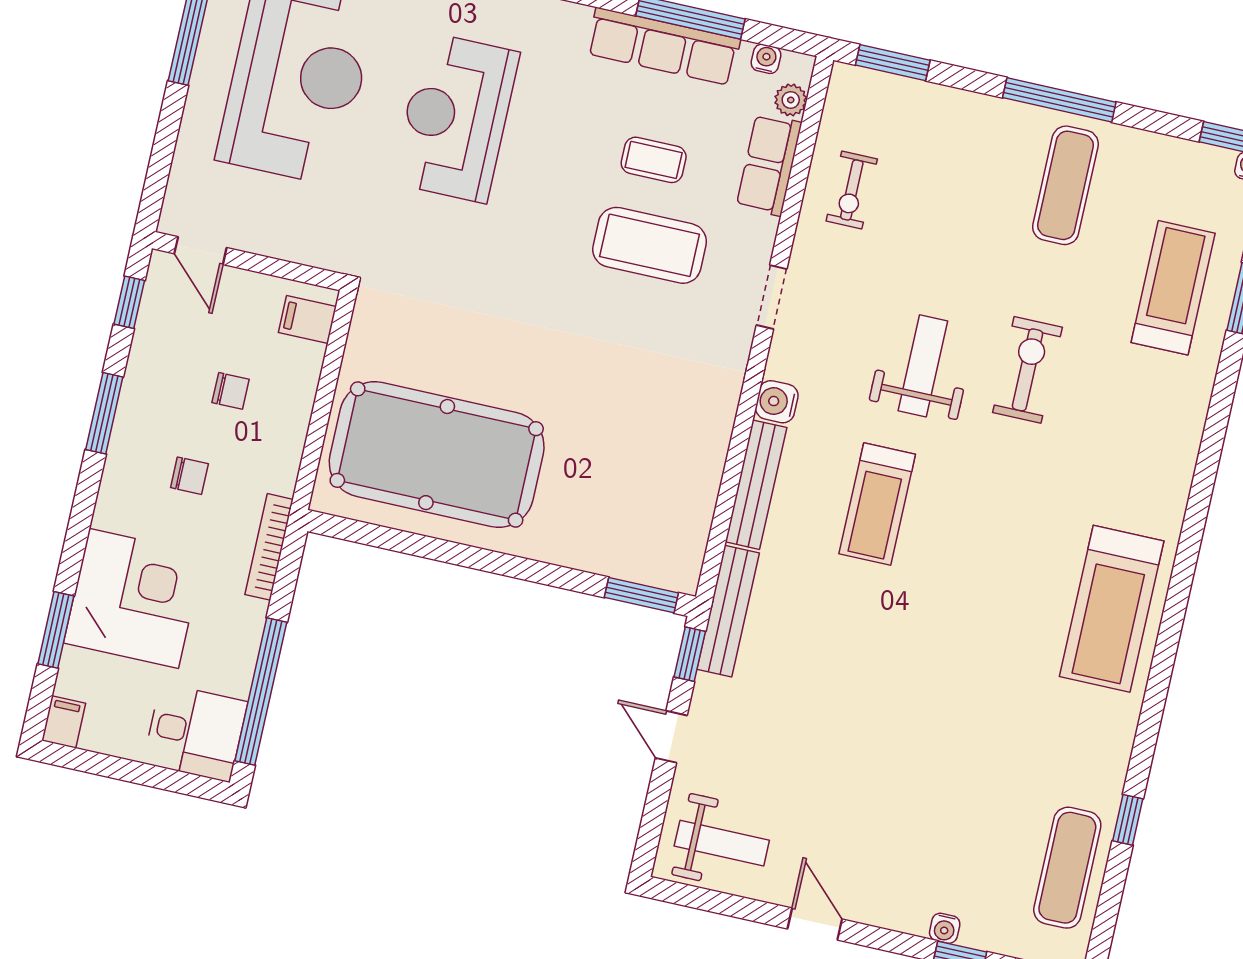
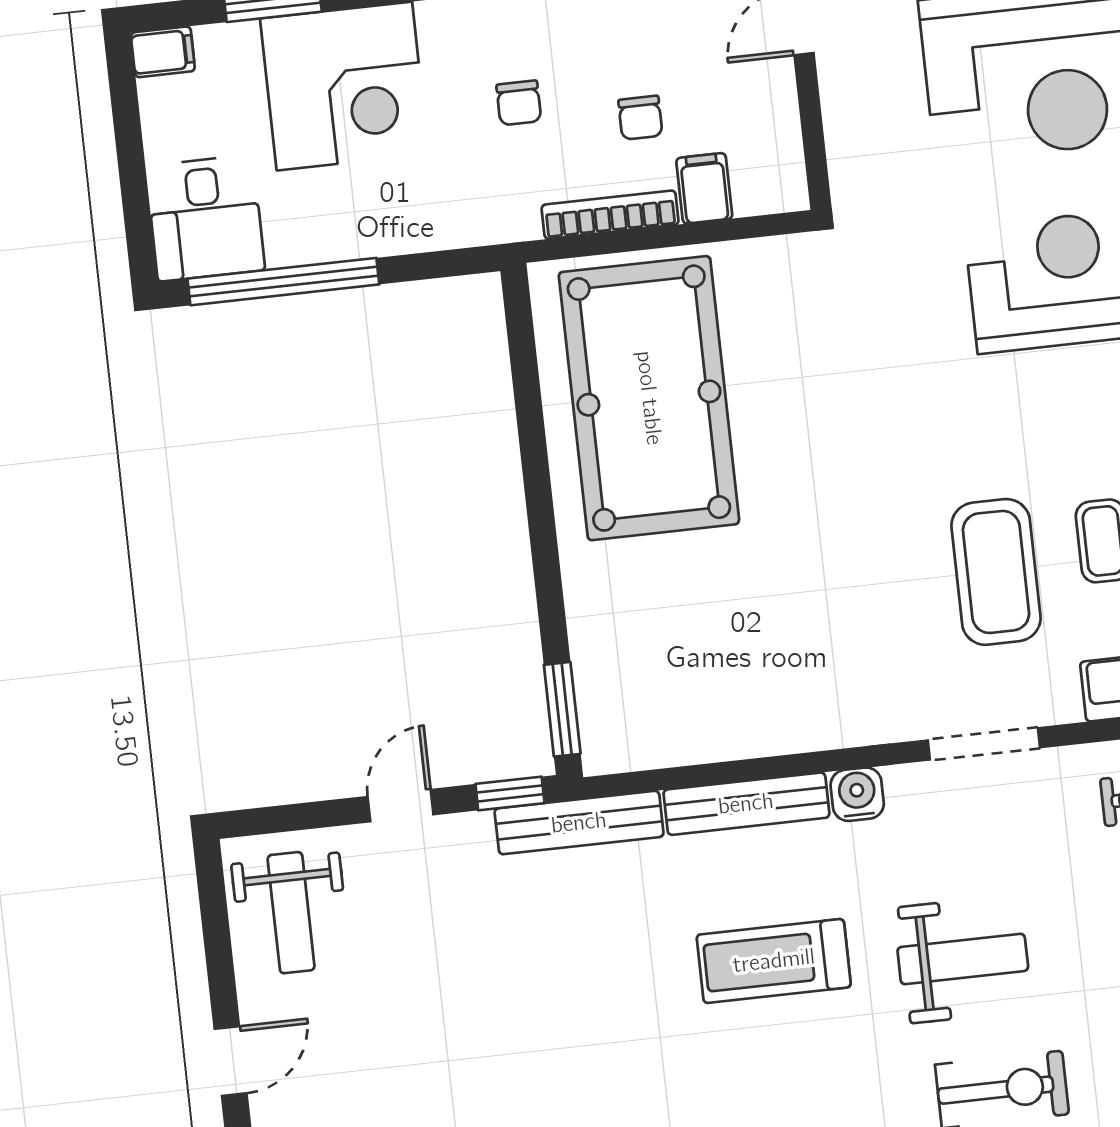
doorway: (772, 297) -> (984, 744), width x1.38
filing cabinet: (307, 319) -> (704, 188), moved
bookcase: (269, 547) -> (610, 215), moved

